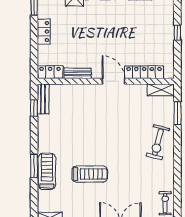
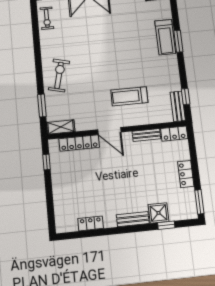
window: (177, 33) -> (46, 162), moved
treadmill: (90, 174) -> (129, 96), moved

